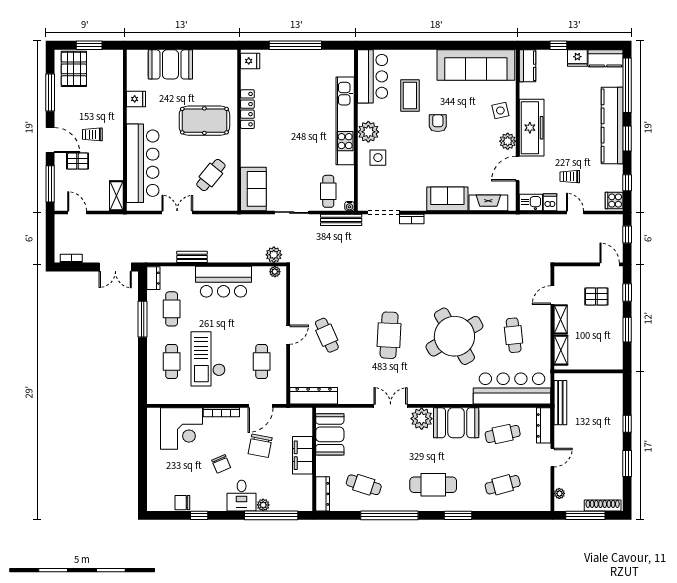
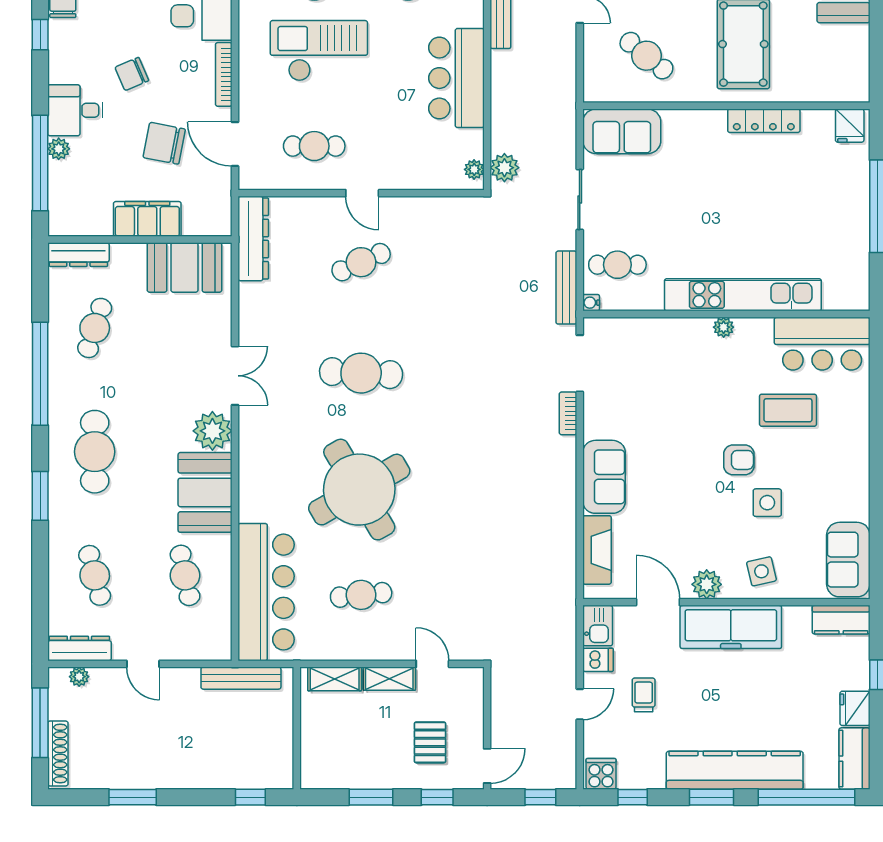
sofa: (476, 65) -> (848, 560), width x0.54, depth x0.79
plant: (368, 132) -> (724, 327), width x0.53, depth x0.53
side table: (378, 158) -> (767, 503), moved
window: (627, 424) -> (250, 797), moved
dresser: (544, 425) -> (79, 648), moved

